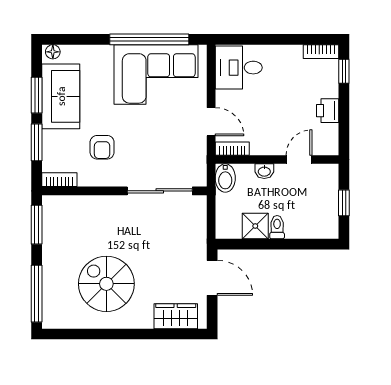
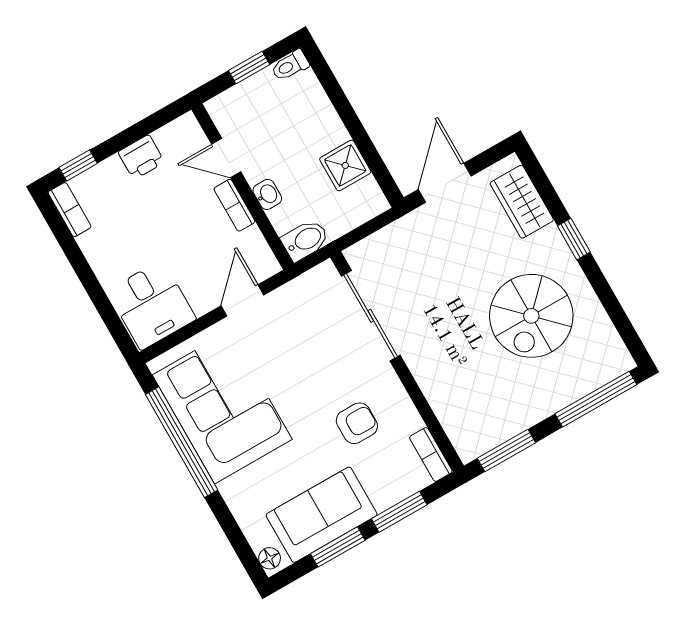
bookcase: (232, 149) -> (234, 205), moved
toilet: (277, 227) -> (290, 66), moved
window: (137, 334) -> (574, 239), added

